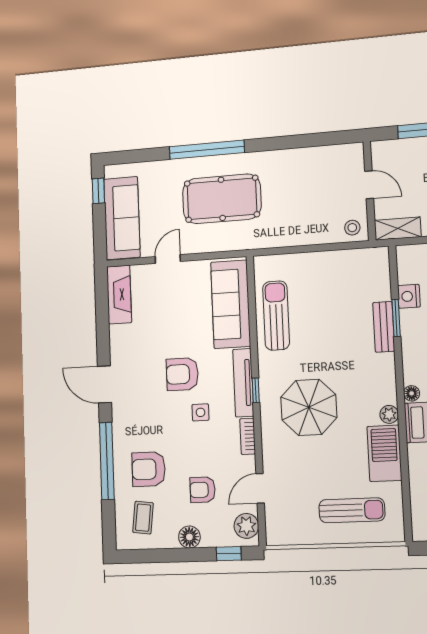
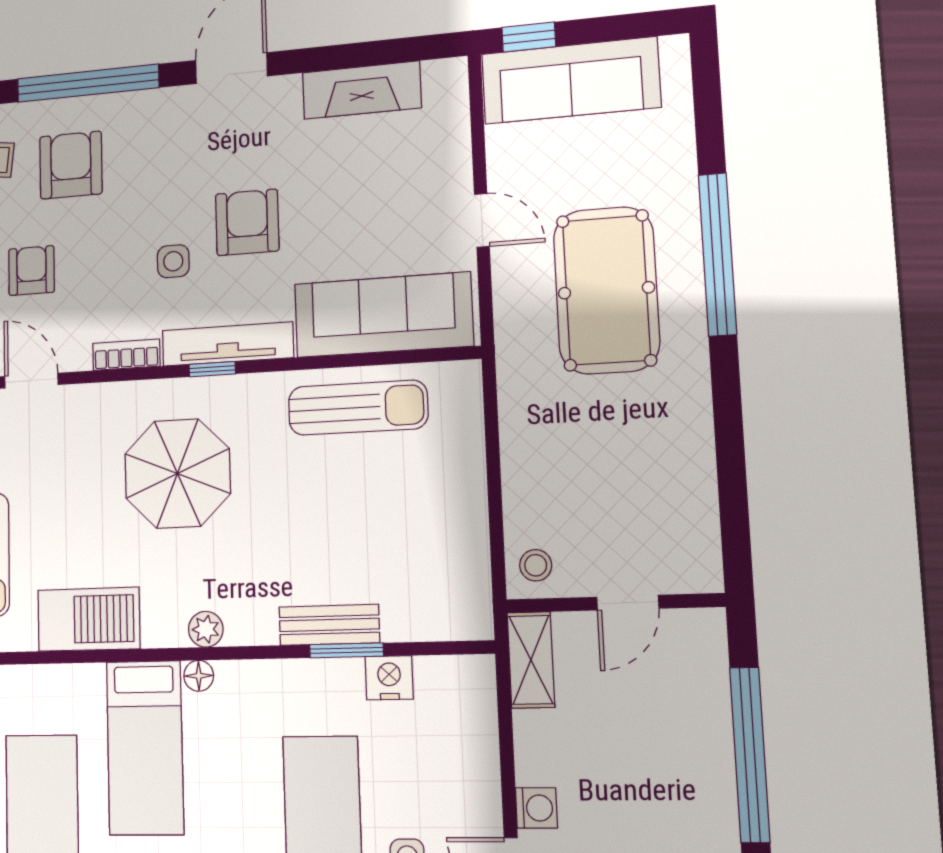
window: (98, 191) -> (529, 37), moved
door: (168, 259) -> (482, 220), moved
fireplace: (119, 295) -> (362, 90), moved
plant: (389, 414) -> (206, 629), moved

